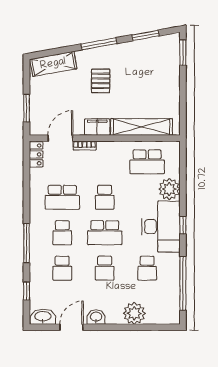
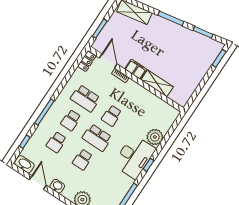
pallet: (101, 81) -> (157, 42), removed
shelving: (142, 127) -> (157, 83), width x0.68
door: (60, 138) -> (108, 61), hinge flipped
school desk: (147, 162) -> (152, 111), removed
school desk: (147, 268) -> (109, 177), removed
door: (72, 327) -> (38, 182), hinge flipped

